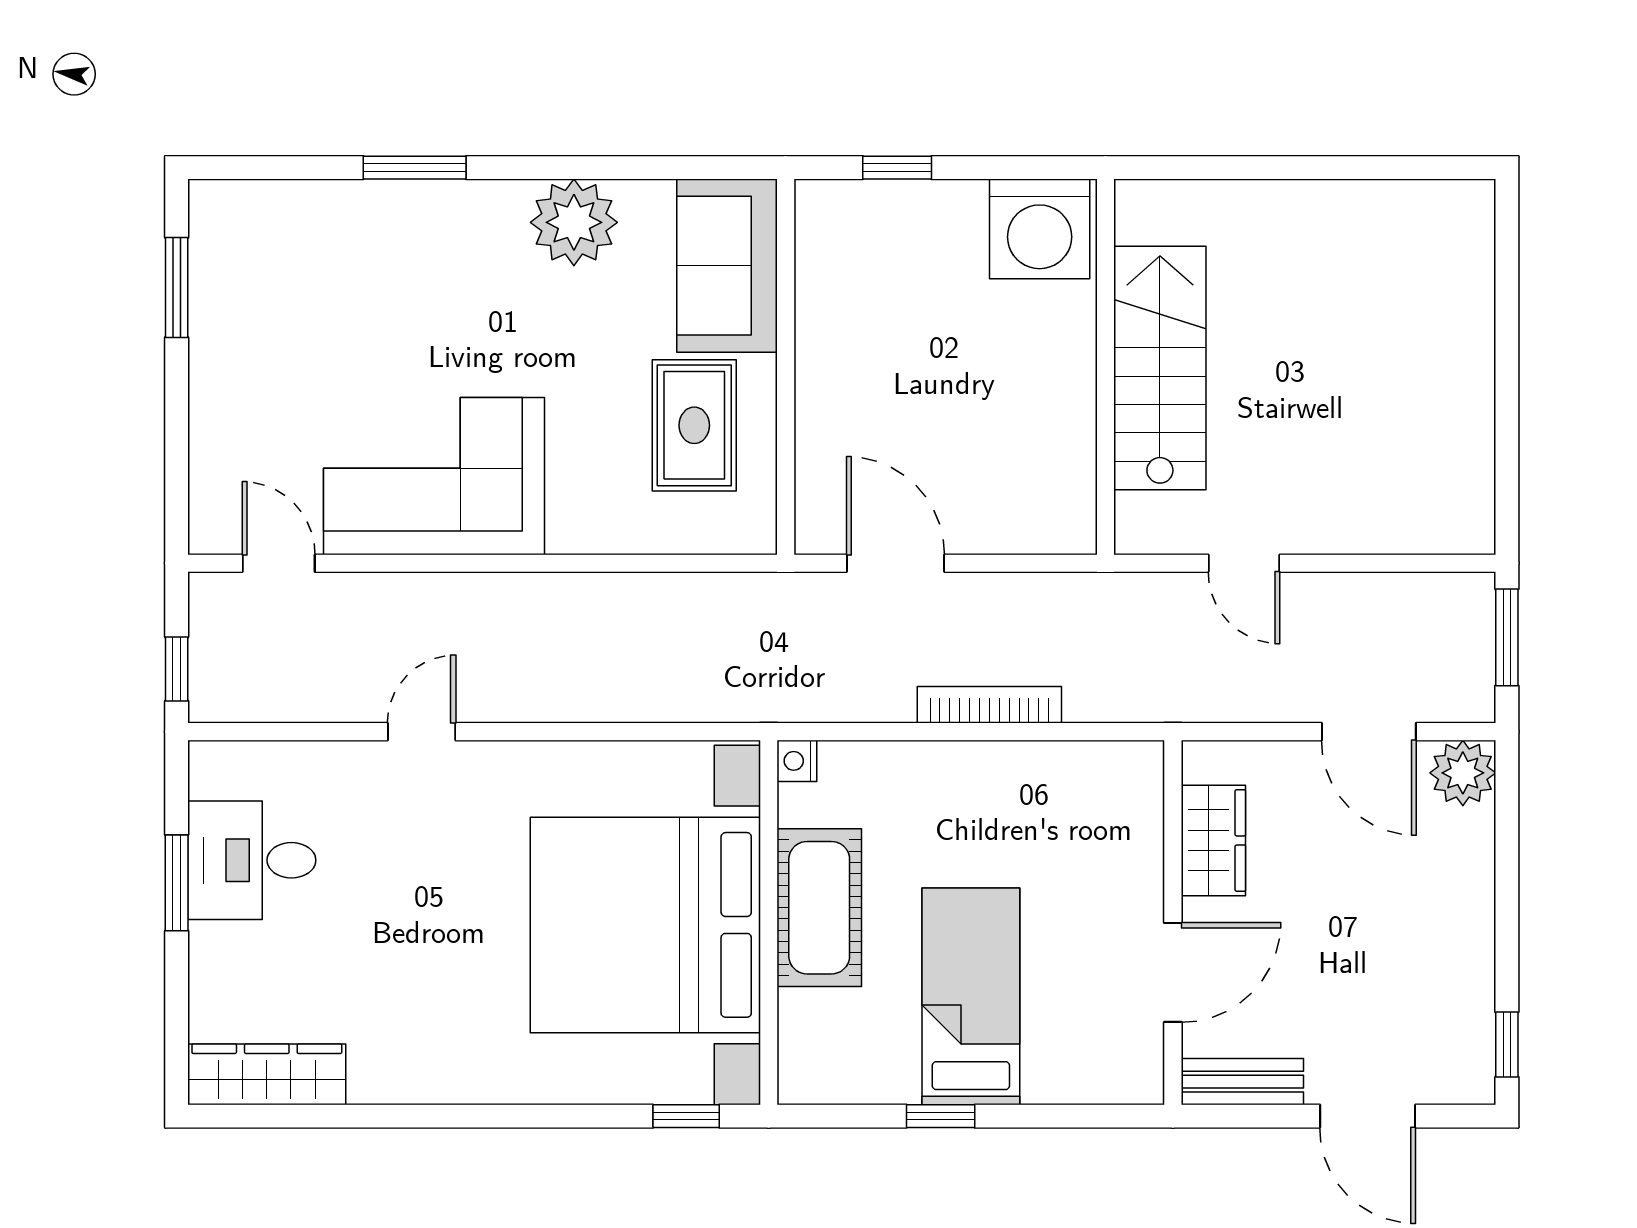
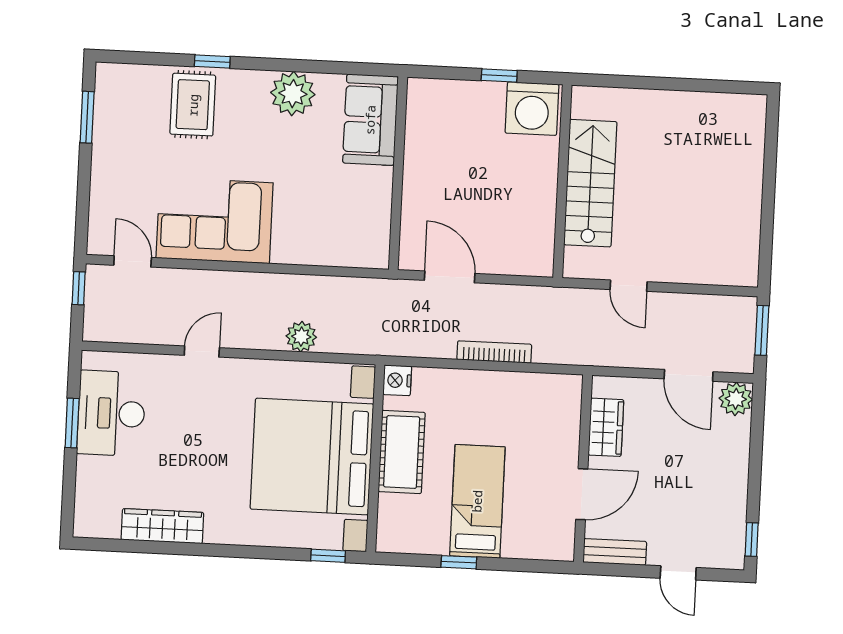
window: (415, 168) -> (212, 61), width x0.67
window: (897, 168) -> (499, 75), moved
rug: (694, 425) -> (193, 105), moved
window: (177, 669) -> (79, 288), moved
plant: (613, 693) -> (301, 337), added
nightstand: (797, 761) -> (397, 380), width x1.39, depth x1.35
desk: (252, 860) -> (111, 413), width x1.37
wardrobe: (267, 1074) -> (162, 526), moved
door: (1368, 1116) -> (678, 573), width x0.73

